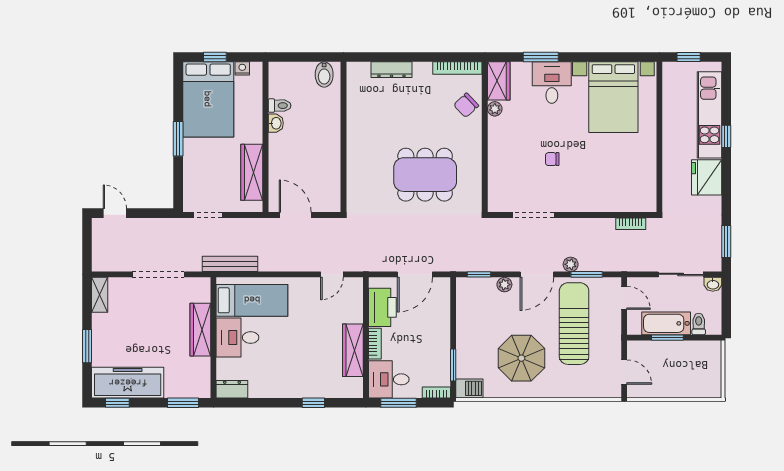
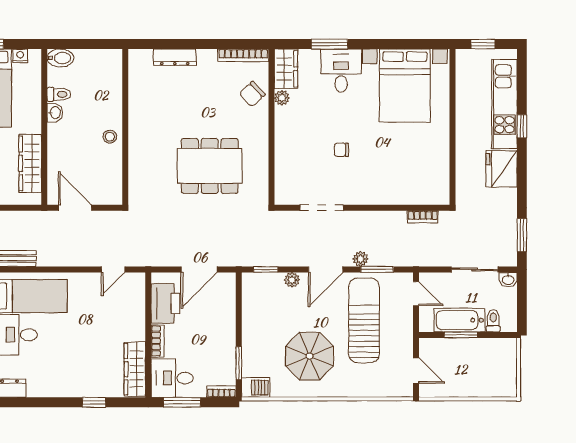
bidet: (324, 74) -> (60, 58), moved, turned -90
stool: (329, 146) -> (110, 137), added
wardrobe: (353, 350) -> (135, 369), moved

